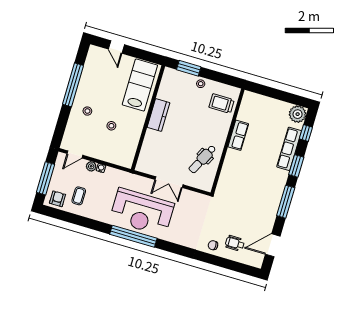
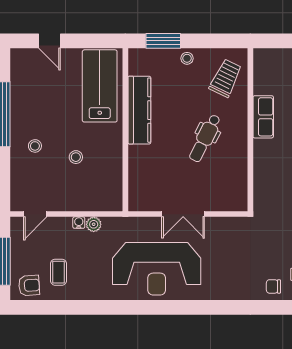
trolley: (222, 104) -> (226, 78), turned 116
kitchen counter: (159, 115) -> (139, 110), width x1.50
dental chair: (202, 159) -> (205, 138), moved
plant: (91, 166) -> (94, 224), moved
armchair: (58, 199) -> (29, 285), turned 86
window: (133, 236) -> (155, 307), removed

